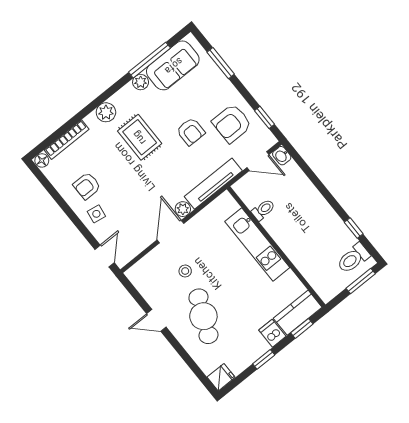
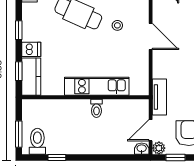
tv unit: (213, 184) -> (159, 97), width x0.71
plant: (183, 209) -> (159, 148), moved
toilet: (263, 210) -> (96, 108), moved

